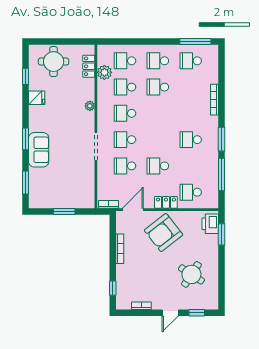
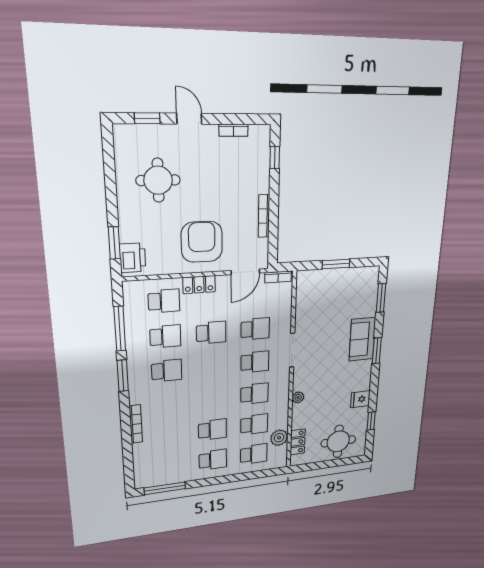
school desk: (191, 61) -> (165, 336), moved
armchair: (164, 233) -> (202, 242), turned -52
round table: (191, 274) -> (158, 180), turned -33
door: (170, 313) -> (189, 119), hinge flipped

